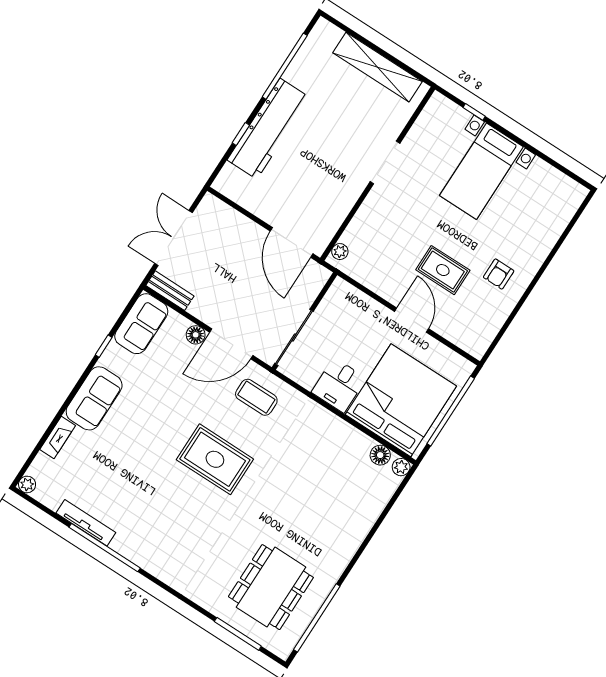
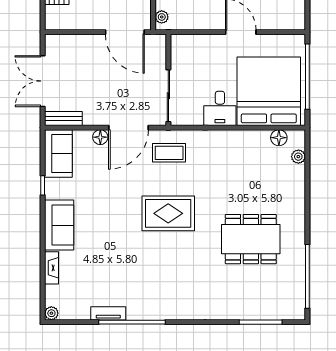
plant: (401, 467) -> (298, 157), moved
tv unit: (86, 523) -> (108, 313), width x0.71
dining table: (271, 587) -> (251, 239), moved, turned 90

